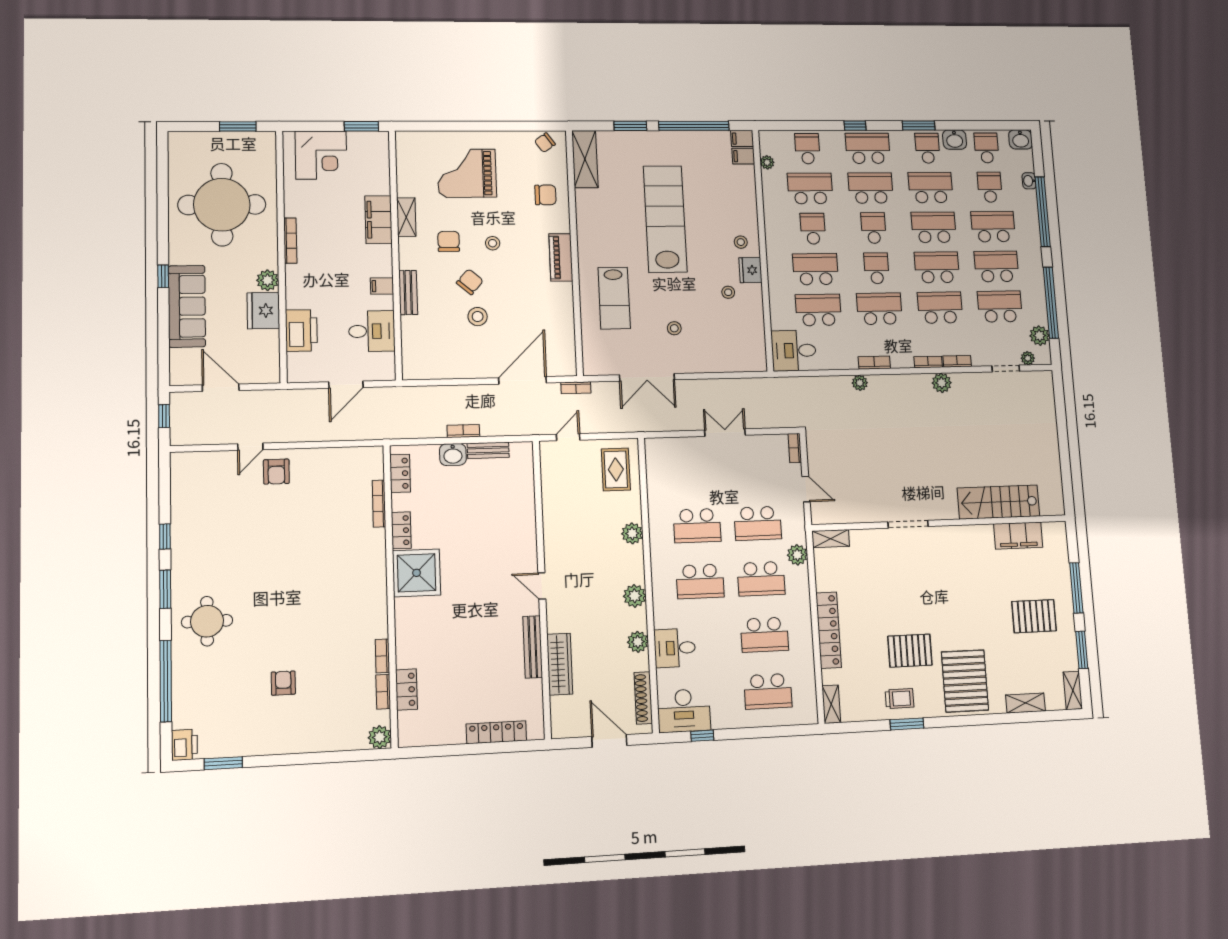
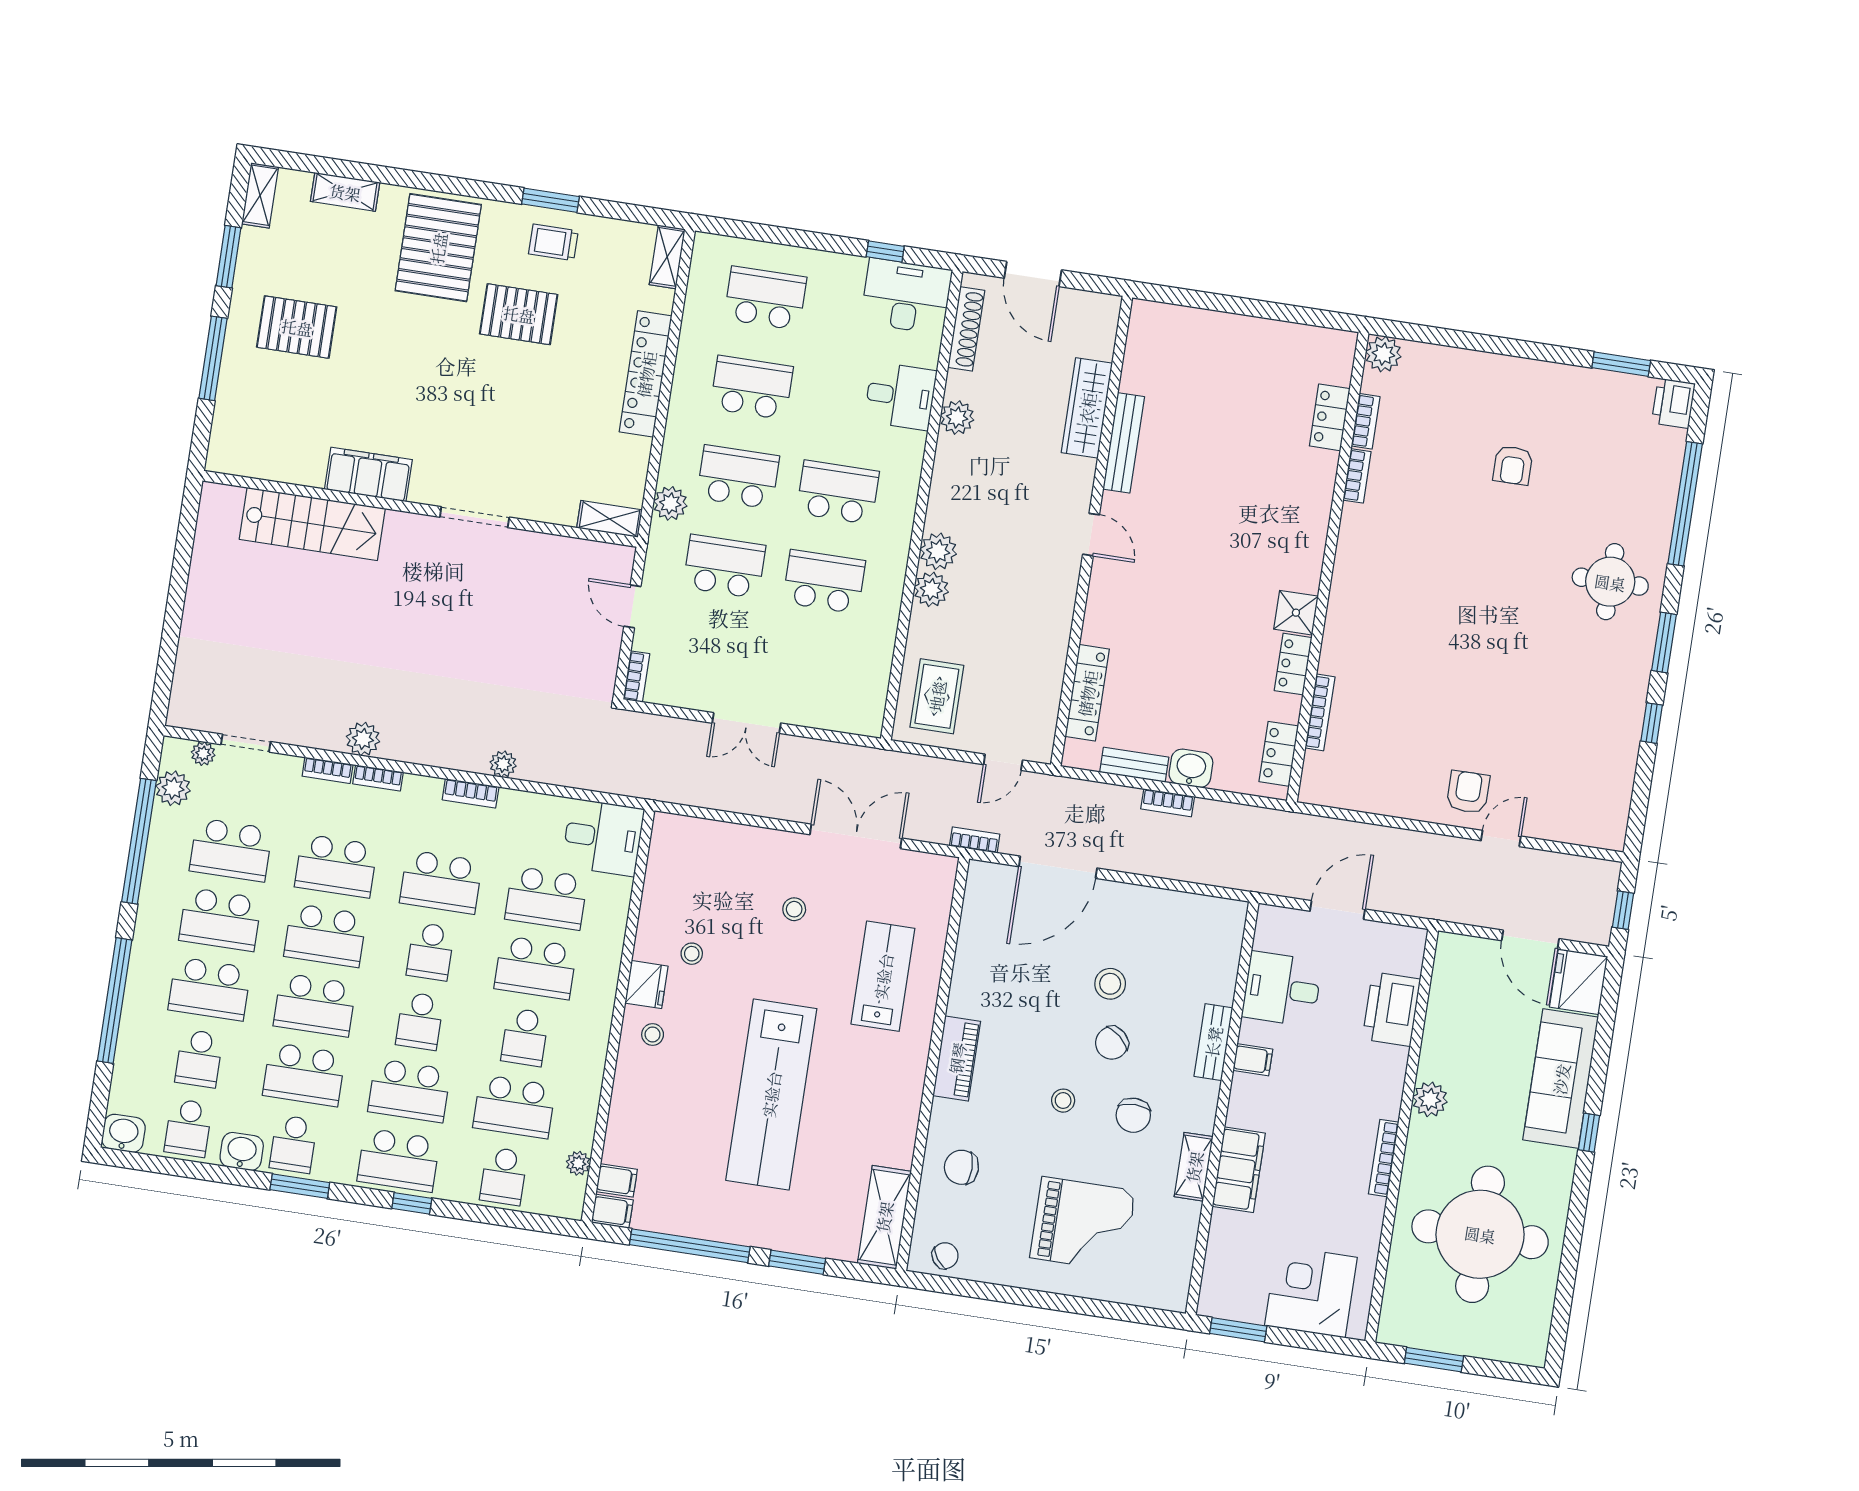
washbasin: (1029, 181) -> (126, 1058), removed
fridge: (263, 311) -> (1579, 982), moved, turned 180
filing cabinet: (1018, 536) -> (368, 474), moved
shower: (417, 573) -> (1296, 613), width x0.54, depth x0.54
plant: (635, 596) -> (938, 551), moved
locker: (496, 732) -> (1087, 693), moved, turned -90

